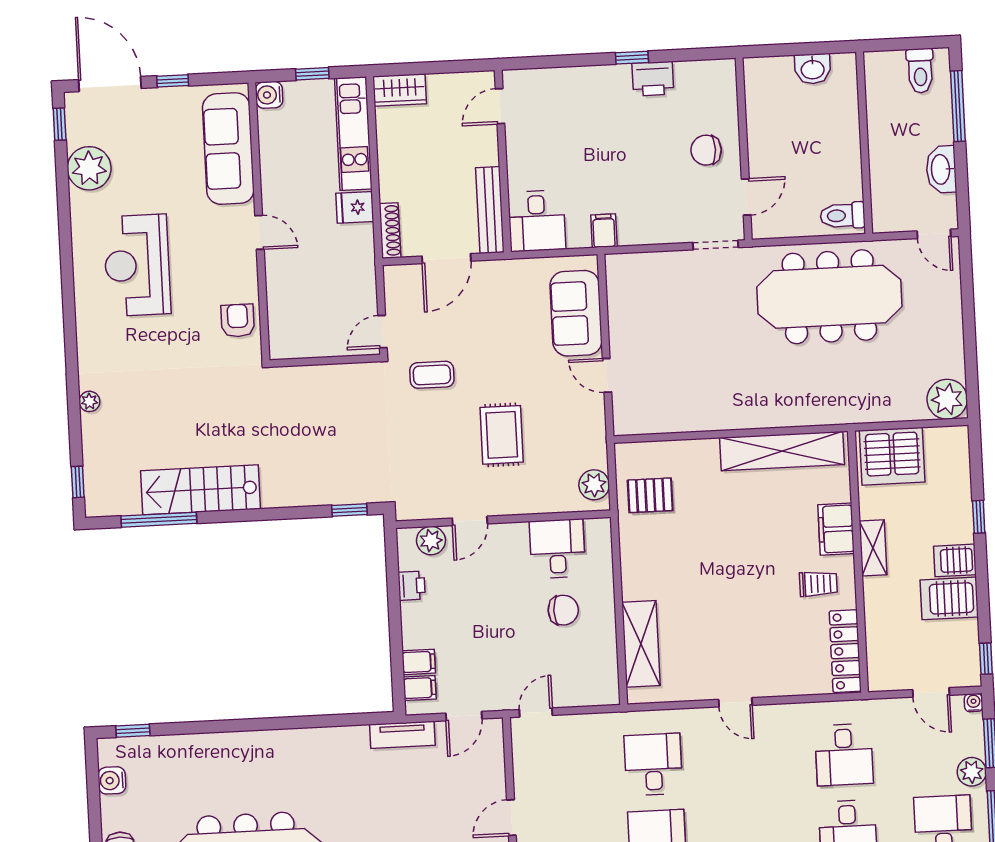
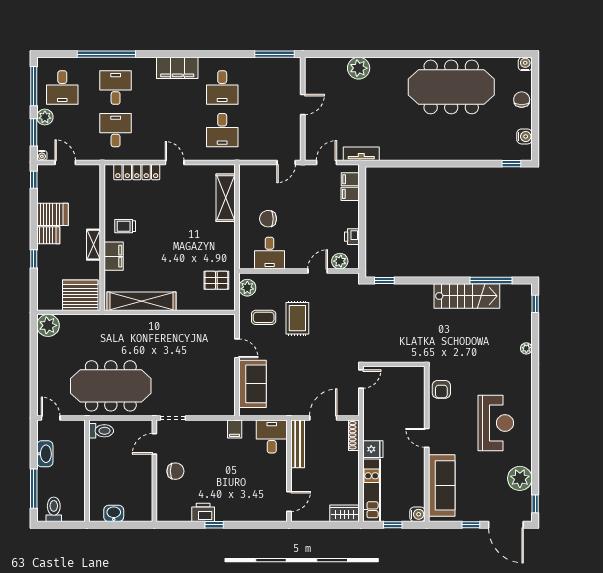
coffee table: (432, 375) -> (264, 317), moved
locker: (845, 651) -> (137, 172), moved, turned 90

